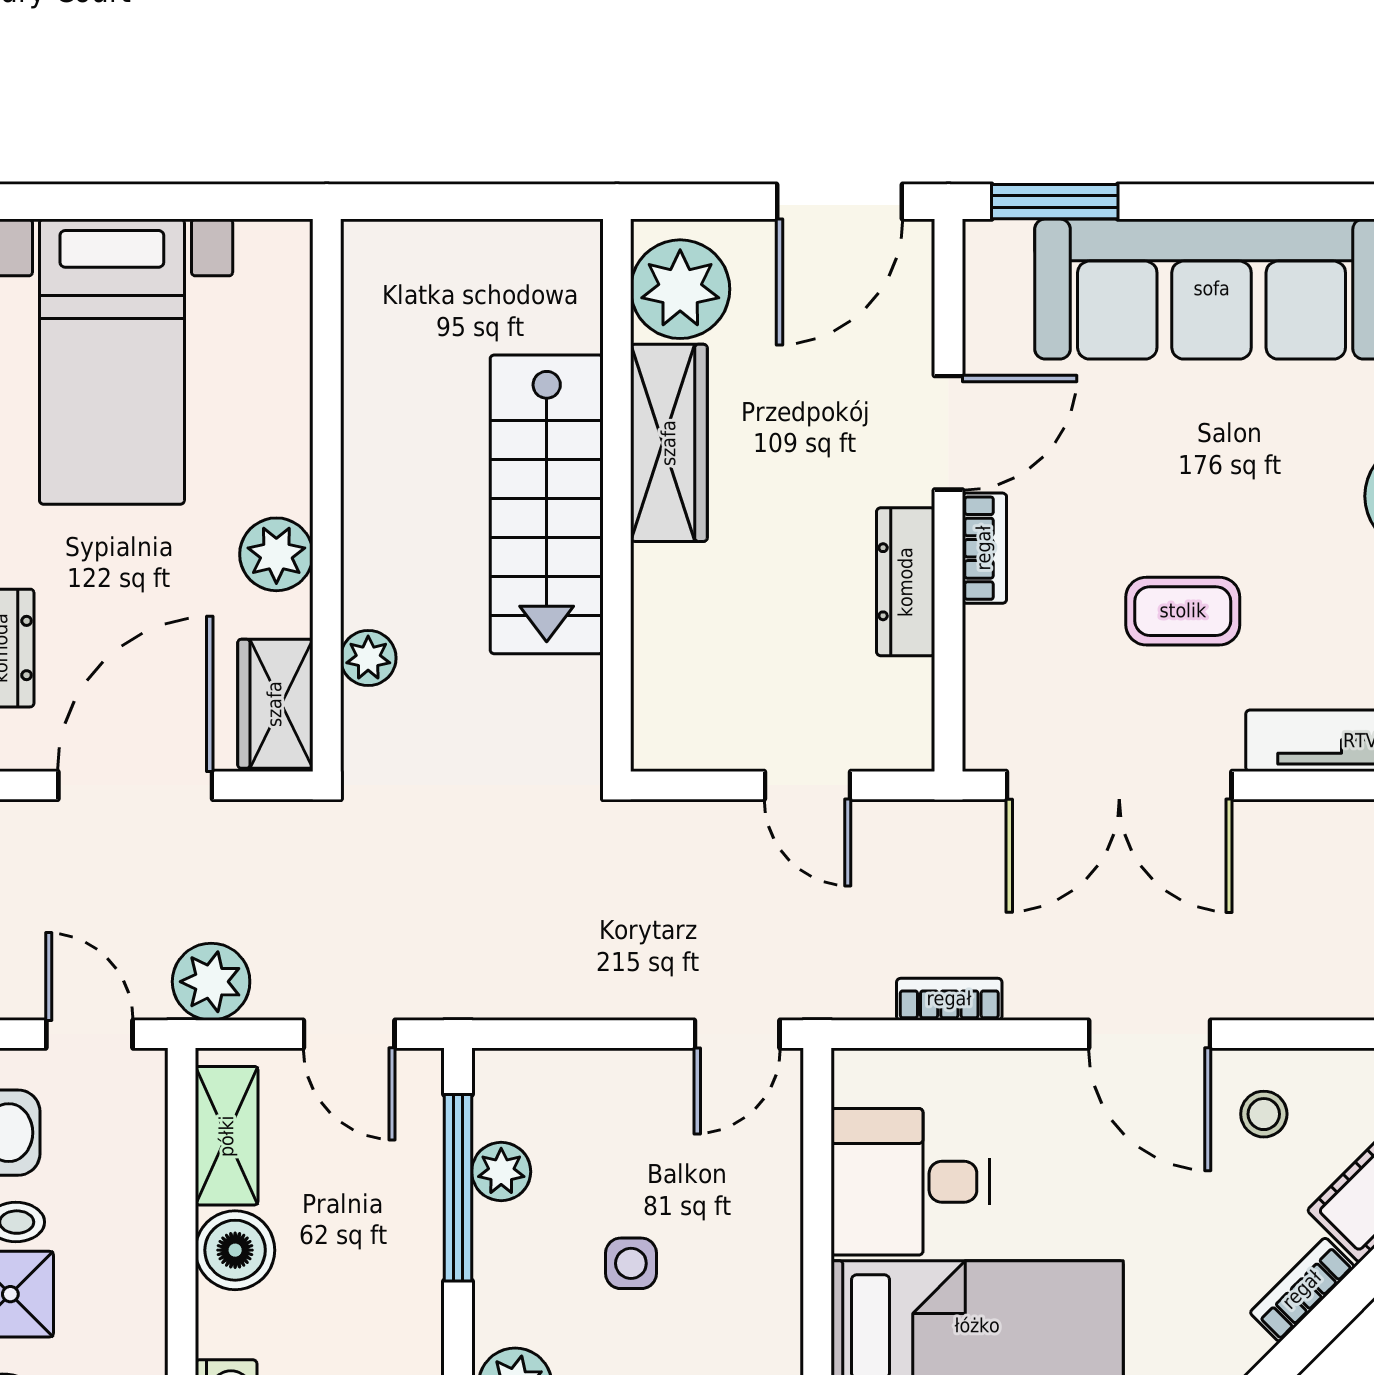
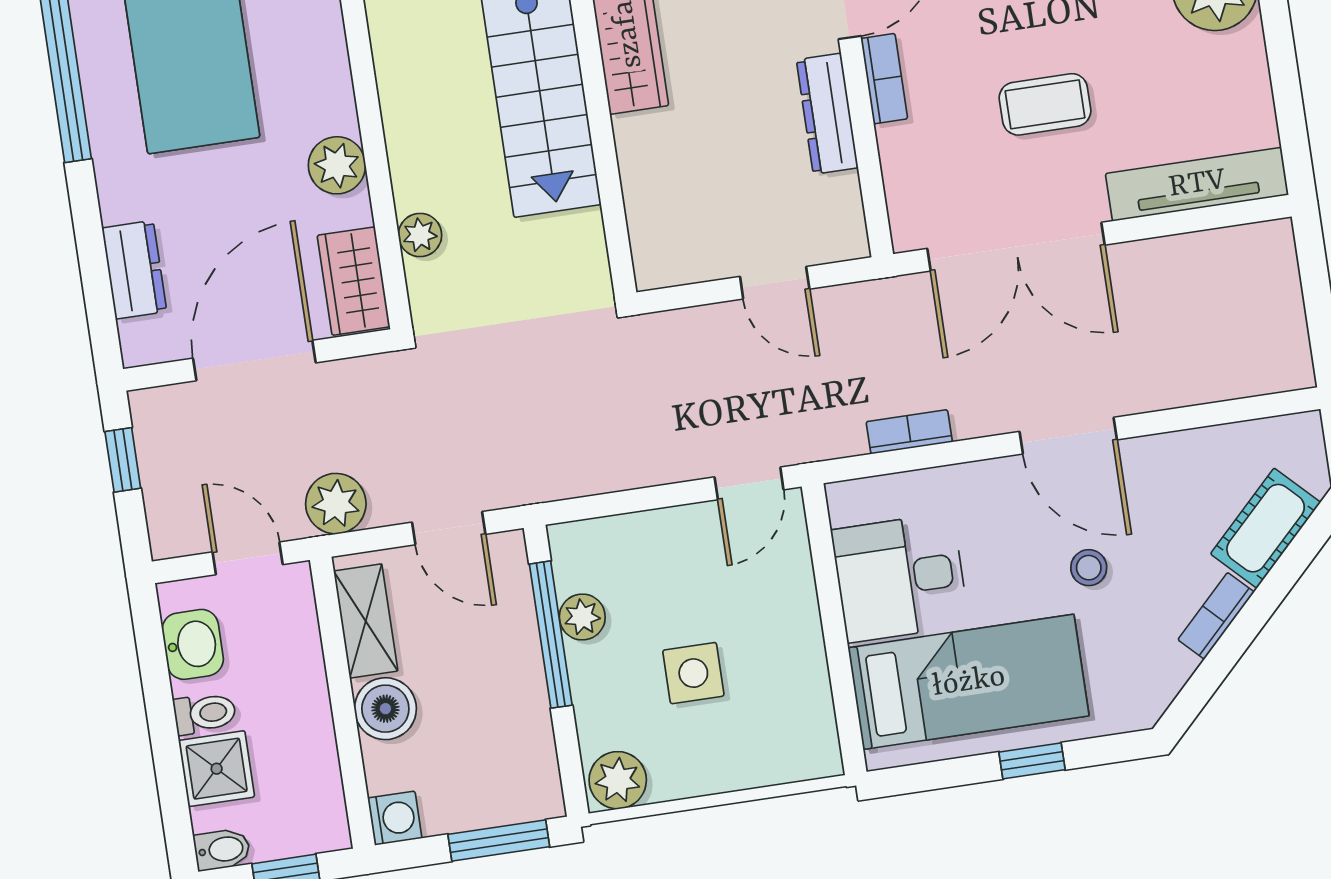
stool: (1264, 1114) -> (1089, 568), moved
side table: (631, 1263) -> (693, 673), width x1.37, depth x1.37

